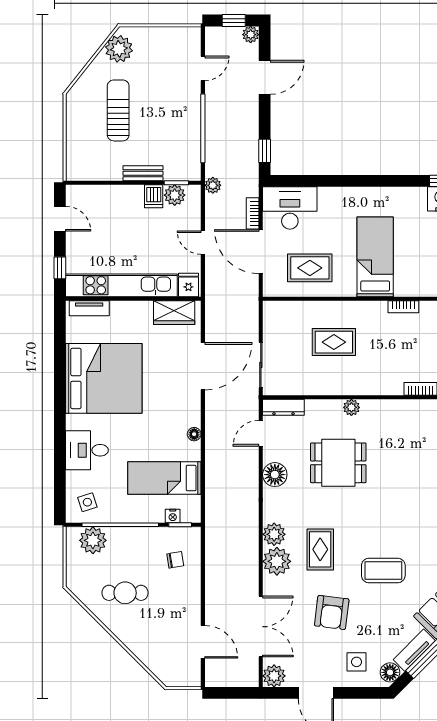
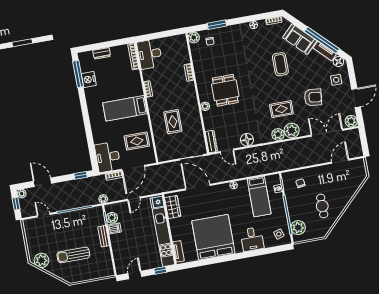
rug: (310, 268) -> (137, 141), turned 90
dining table: (338, 463) -> (225, 90), moved
coffee table: (383, 570) -> (280, 64), moved

